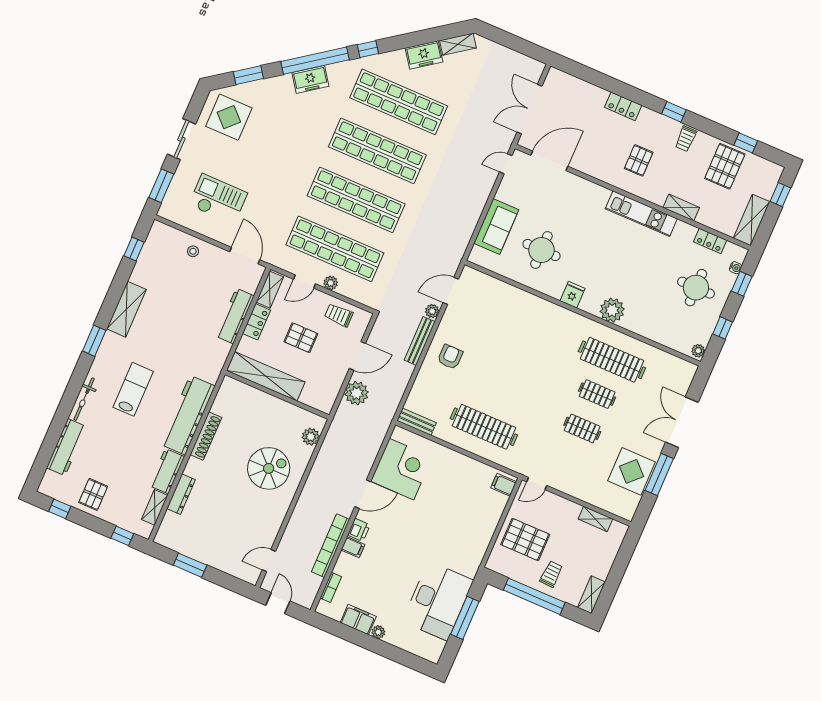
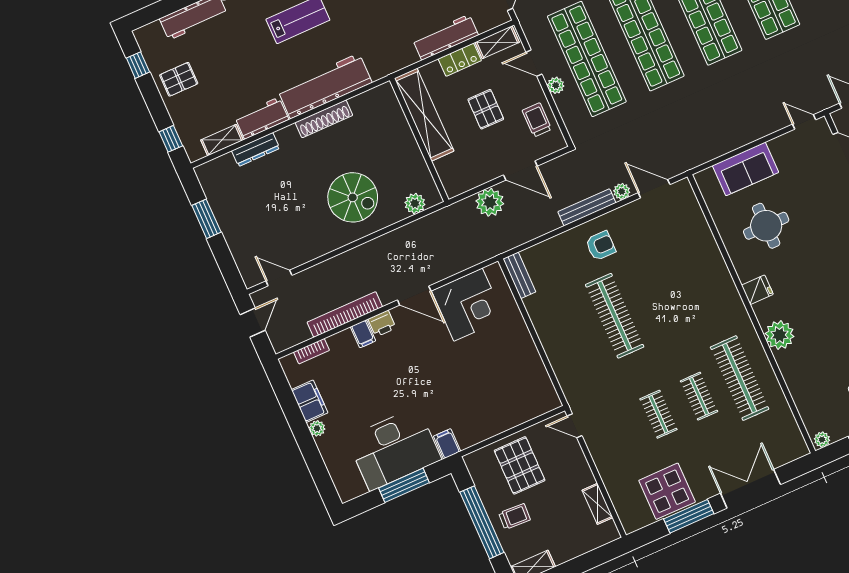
clothes rail: (484, 427) -> (615, 316), moved
filing cabinet: (504, 485) -> (447, 444), moved

